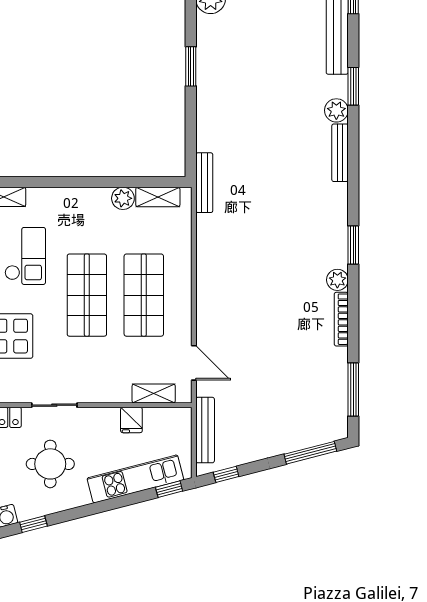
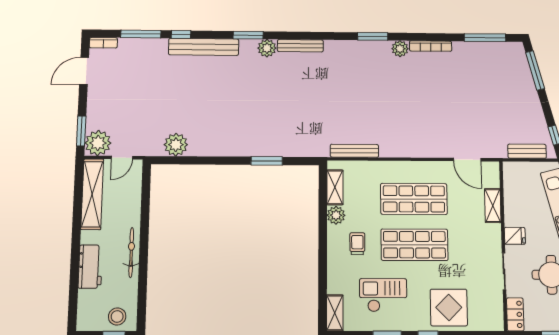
window: (191, 66) -> (267, 161), moved
bench: (204, 183) -> (354, 151), moved
trolley: (88, 225) -> (357, 244), added
door: (194, 363) -> (467, 160), swing flipped
shelving: (154, 393) -> (493, 206), moved
fridge: (131, 420) -> (515, 236), moved
bench: (205, 430) -> (527, 151), width x0.73

